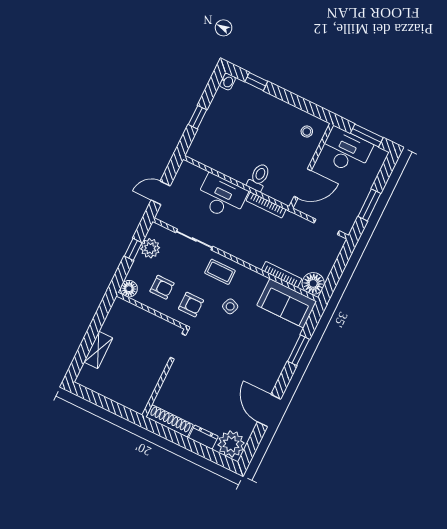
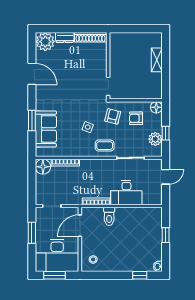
desk: (346, 151) -> (57, 256), width x1.36, depth x1.30
sofa: (287, 303) -> (46, 129), moved, turned 90
armchair: (191, 305) -> (113, 116), turned 104

